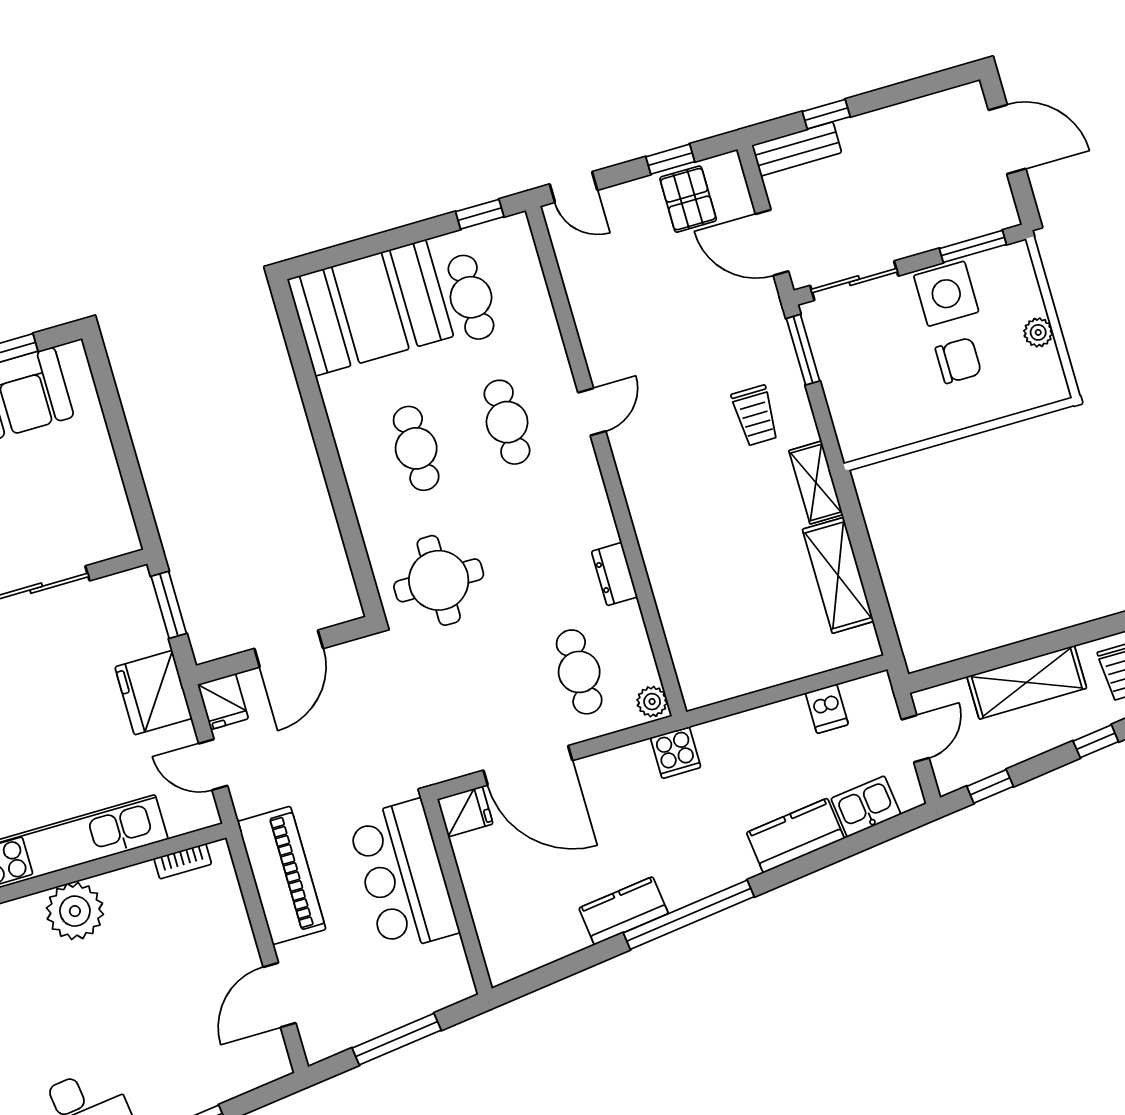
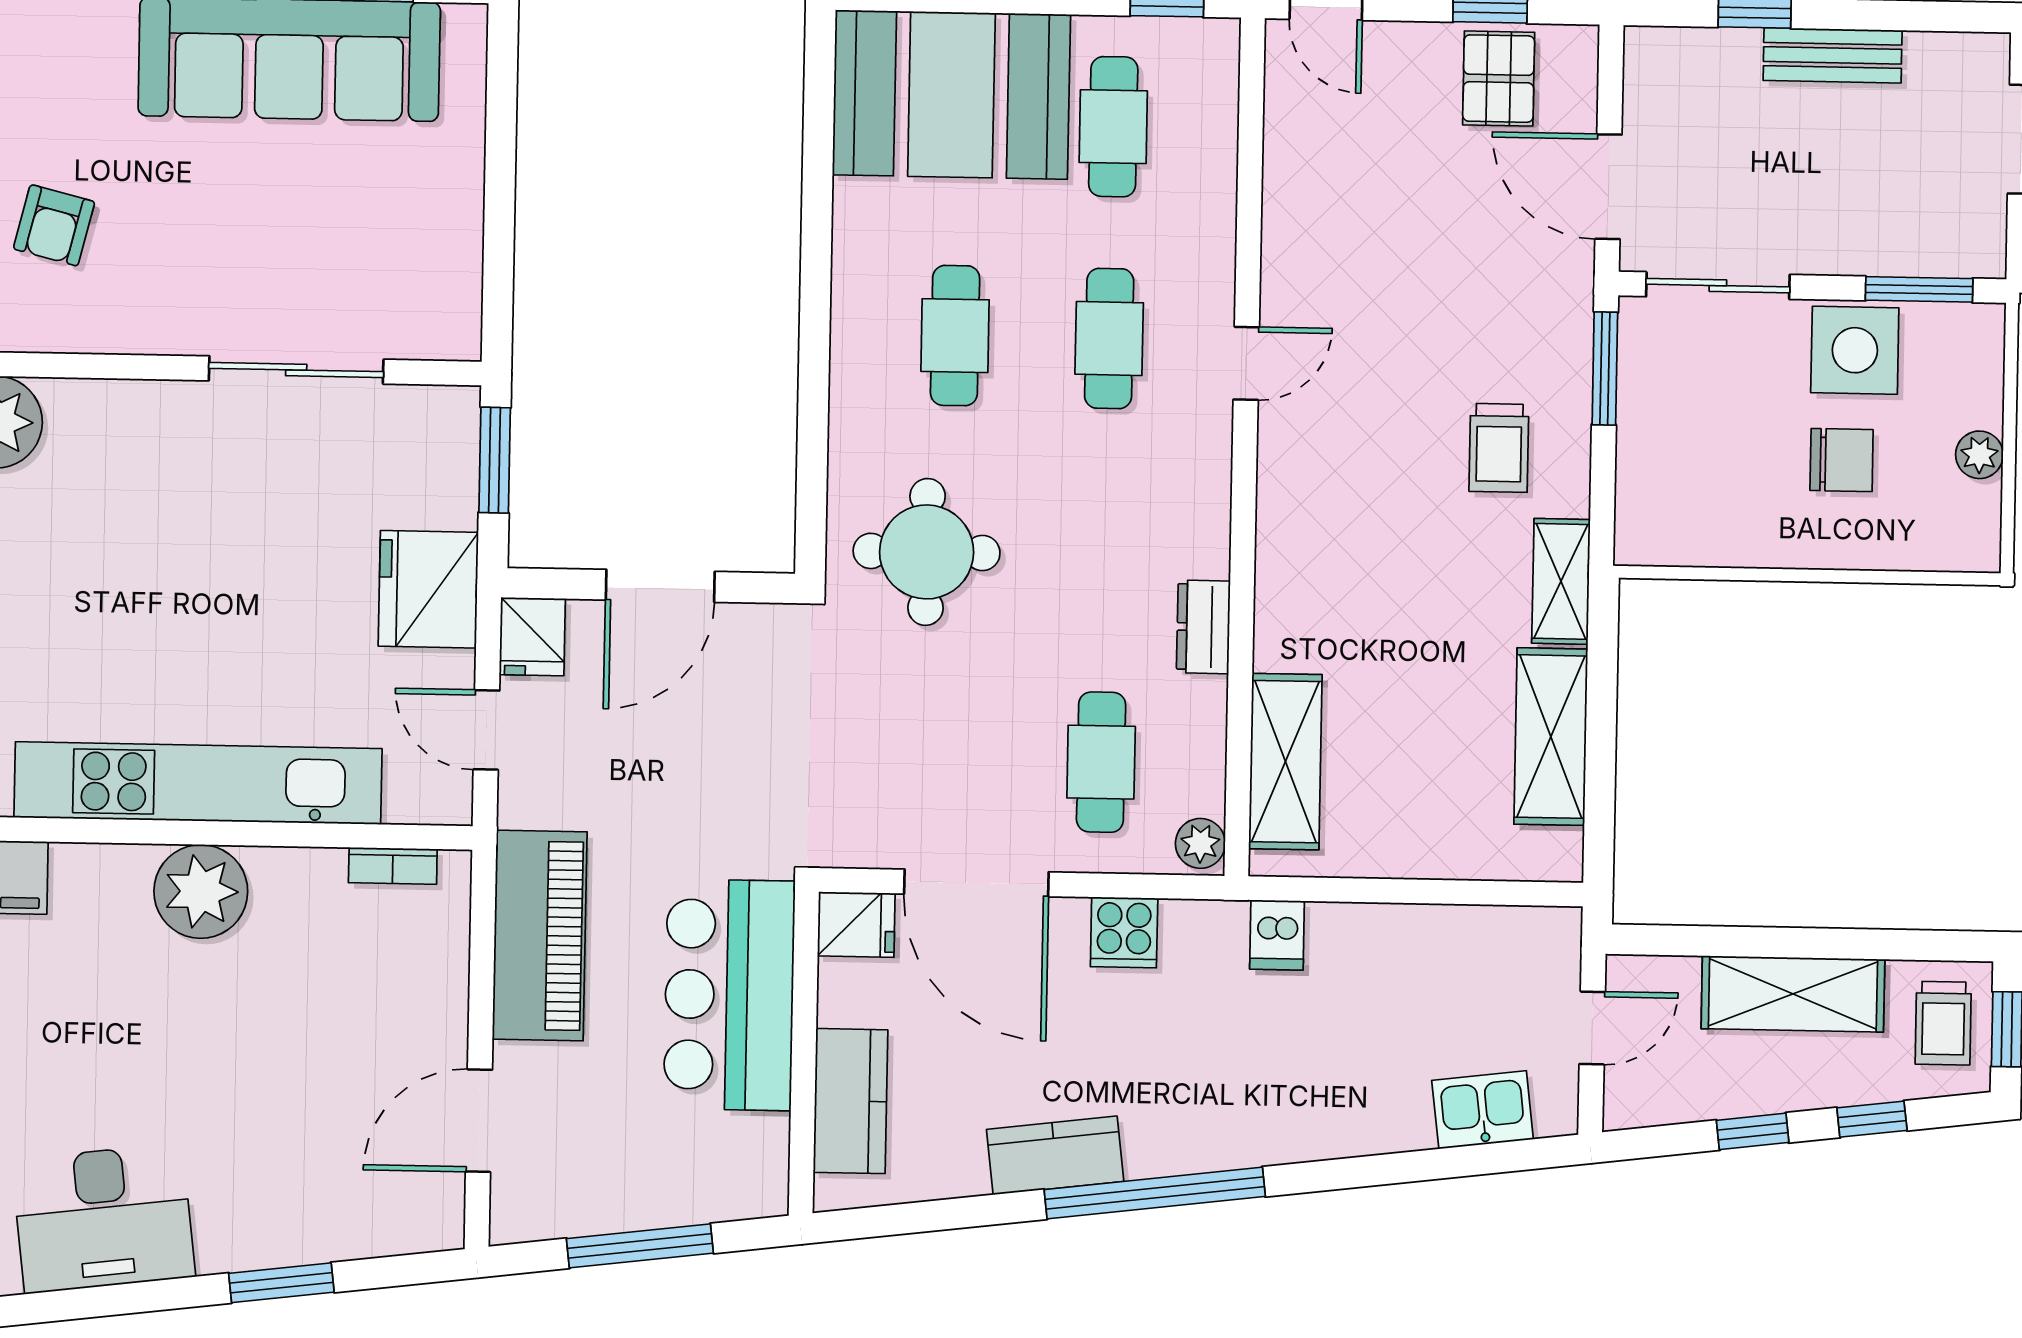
bench: (797, 149) -> (1833, 55), moved
shelving: (687, 638) -> (1285, 762), added
dishwasher: (827, 709) -> (1277, 935), moved
cooker: (676, 753) -> (1124, 932), moved
window: (990, 786) -> (1753, 1131), moved
kitchen counter: (795, 836) -> (851, 1101), moved, turned 97

